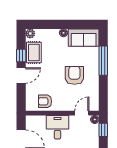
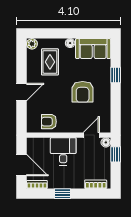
rug: (34, 52) -> (50, 62), moved
window: (21, 56) -> (22, 69), removed
window: (103, 61) -> (116, 75), width x0.46
armchair: (74, 75) -> (83, 92), turned 180

